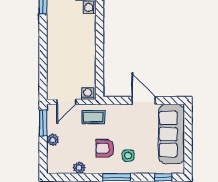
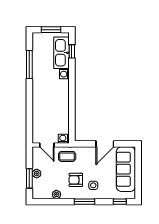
door: (144, 100) -> (105, 144), swing flipped
door: (66, 102) -> (47, 145), hinge flipped
window: (43, 123) -> (29, 178), moved

